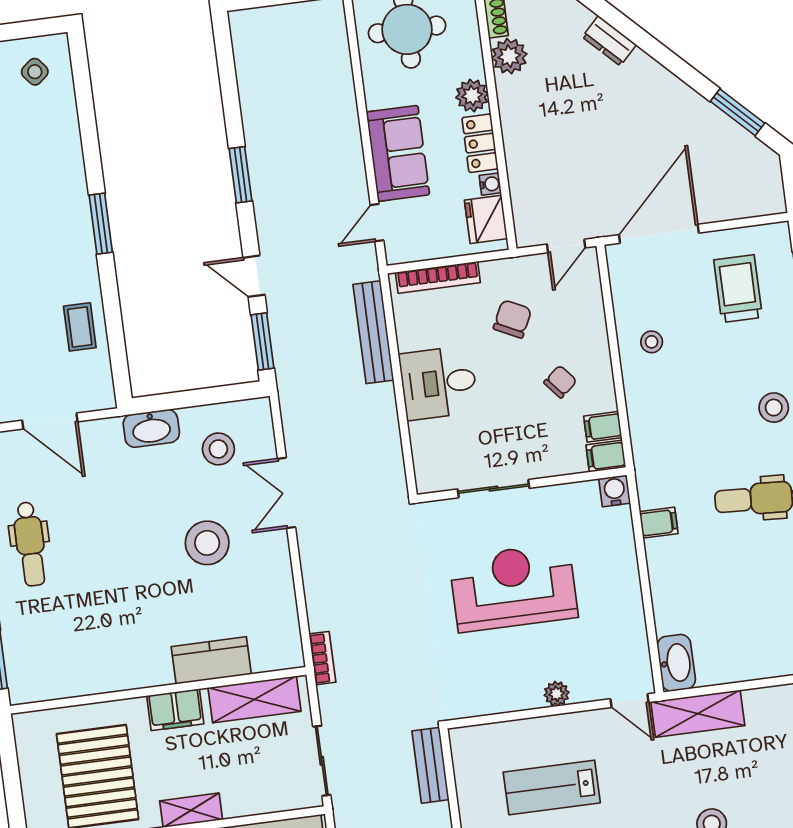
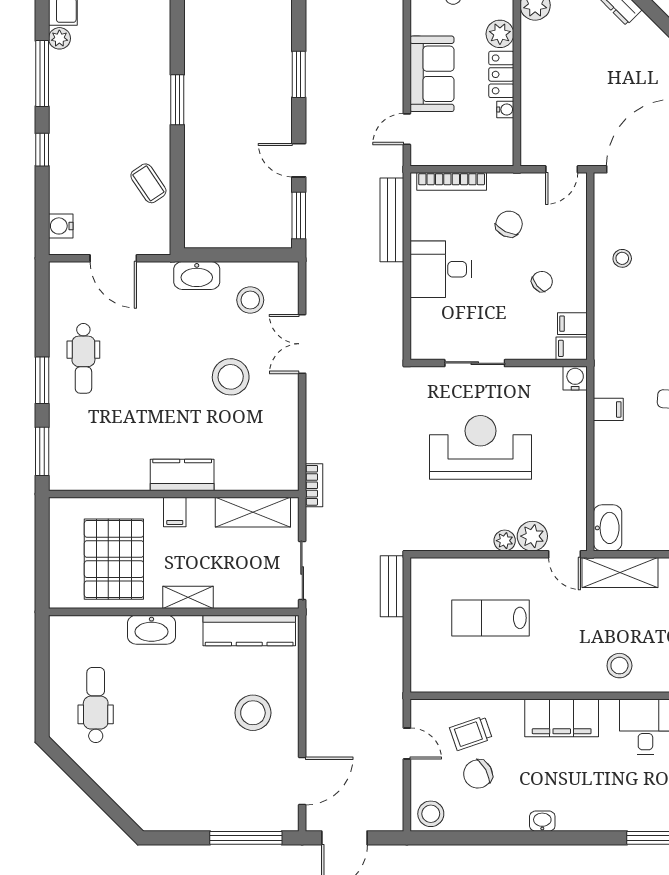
fridge: (486, 219) -> (498, 138), removed
coffee table: (80, 327) -> (148, 183), turned -34
kitchen counter: (211, 660) -> (182, 475), moved
plant: (589, 684) -> (532, 536), added
filing cabinet: (175, 710) -> (175, 512), width x0.50

